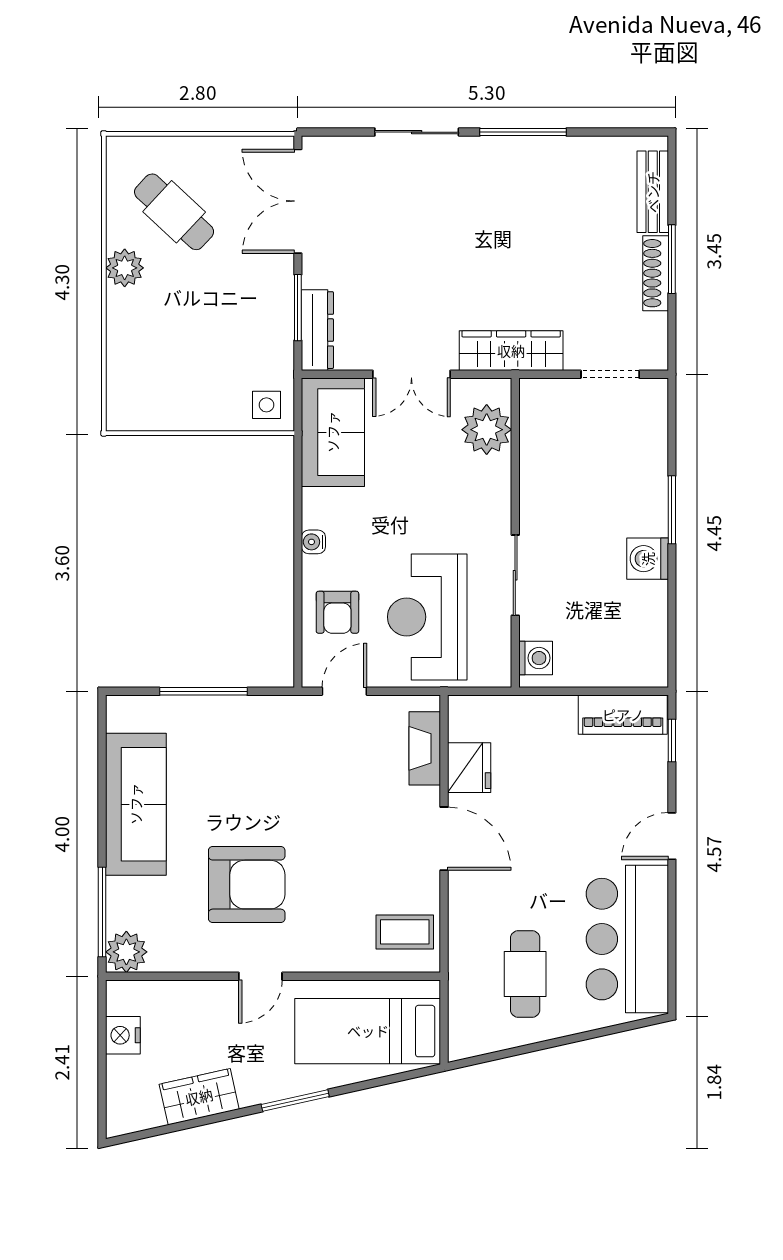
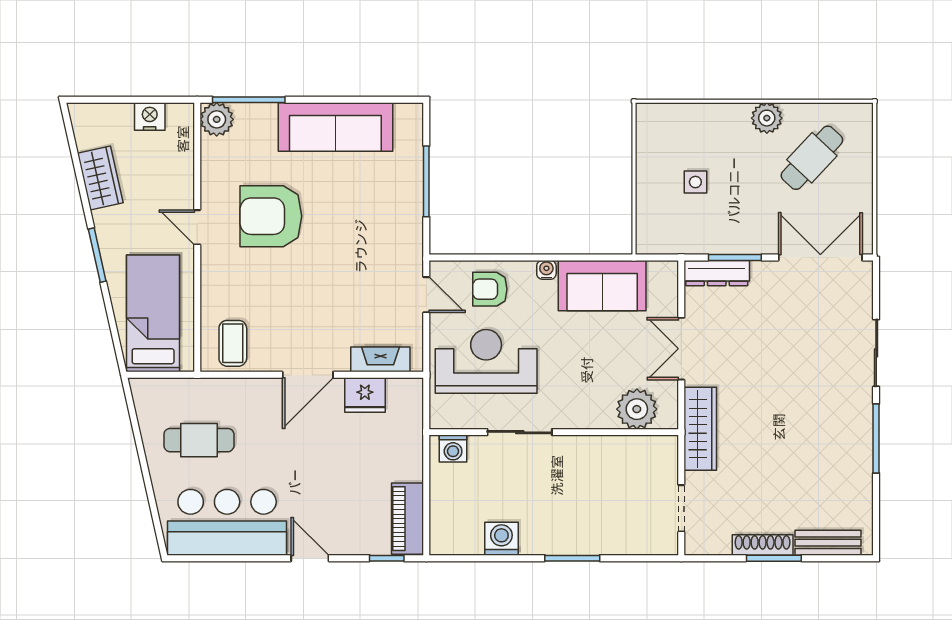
side table: (266, 405) -> (695, 182), moved
sofa: (333, 432) -> (602, 286), moved
washing machine: (648, 559) -> (501, 539), moved
armchair: (247, 885) -> (271, 216), turned 90

